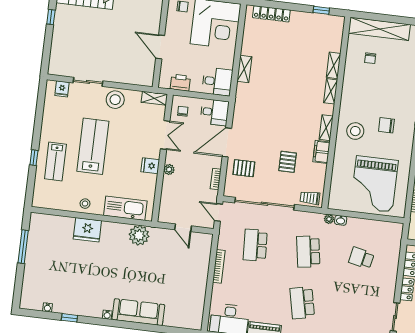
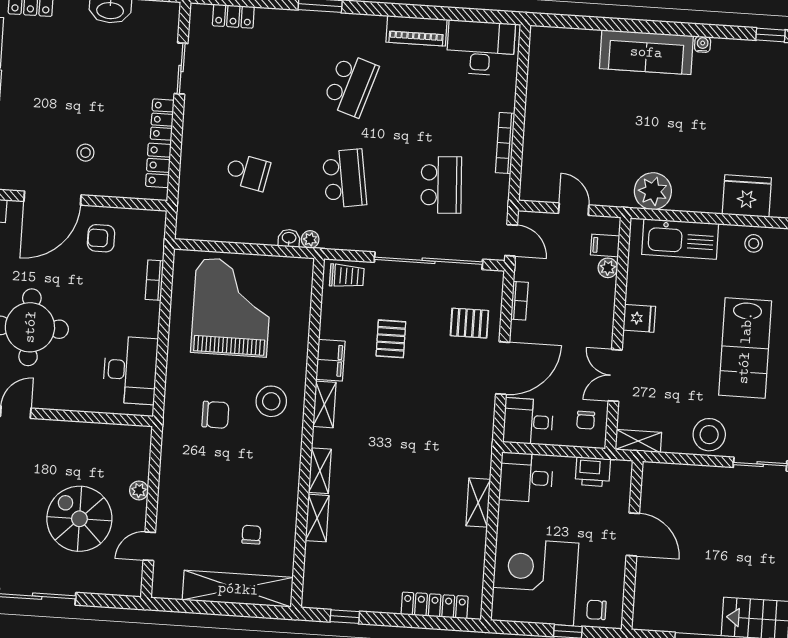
plant: (169, 170) -> (608, 268), moved
filing cabinet: (167, 207) -> (605, 245), added
school desk: (302, 303) -> (351, 85), turned 30

